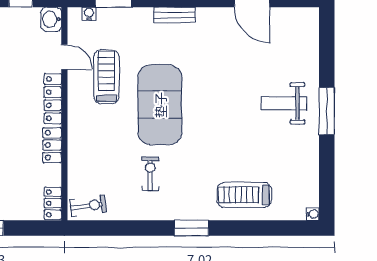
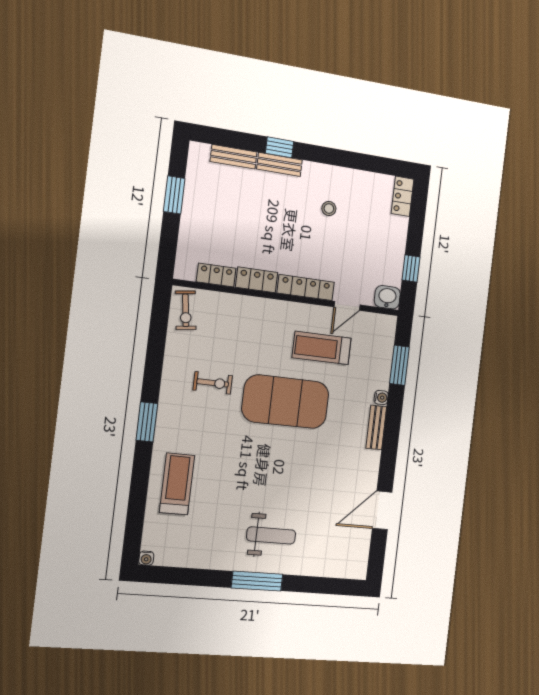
water cooler: (89, 14) -> (381, 398), moved
treadmill: (106, 77) -> (322, 348), turned 180
weight bench: (284, 103) -> (271, 535), turned 90
locker: (53, 203) -> (216, 275), moved

